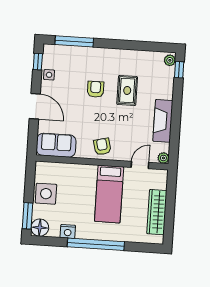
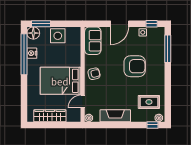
armchair: (96, 89) -> (135, 66), width x1.88, depth x1.88
rug: (127, 90) -> (149, 102), moved
door: (140, 165) -> (83, 101), swing flipped
bed: (109, 194) -> (60, 81), width x1.50
window: (96, 244) -> (24, 54), moved

